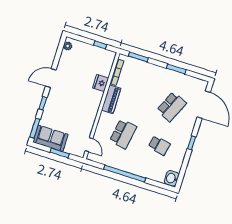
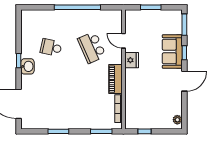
fridge: (101, 83) -> (132, 60), moved
school desk: (171, 107) -> (51, 91), removed
school desk: (123, 134) -> (92, 47), turned -33
sofa: (50, 138) -> (172, 51), moved, turned 90
door: (89, 145) -> (123, 41), moved
washbasin: (172, 178) -> (28, 66), moved

